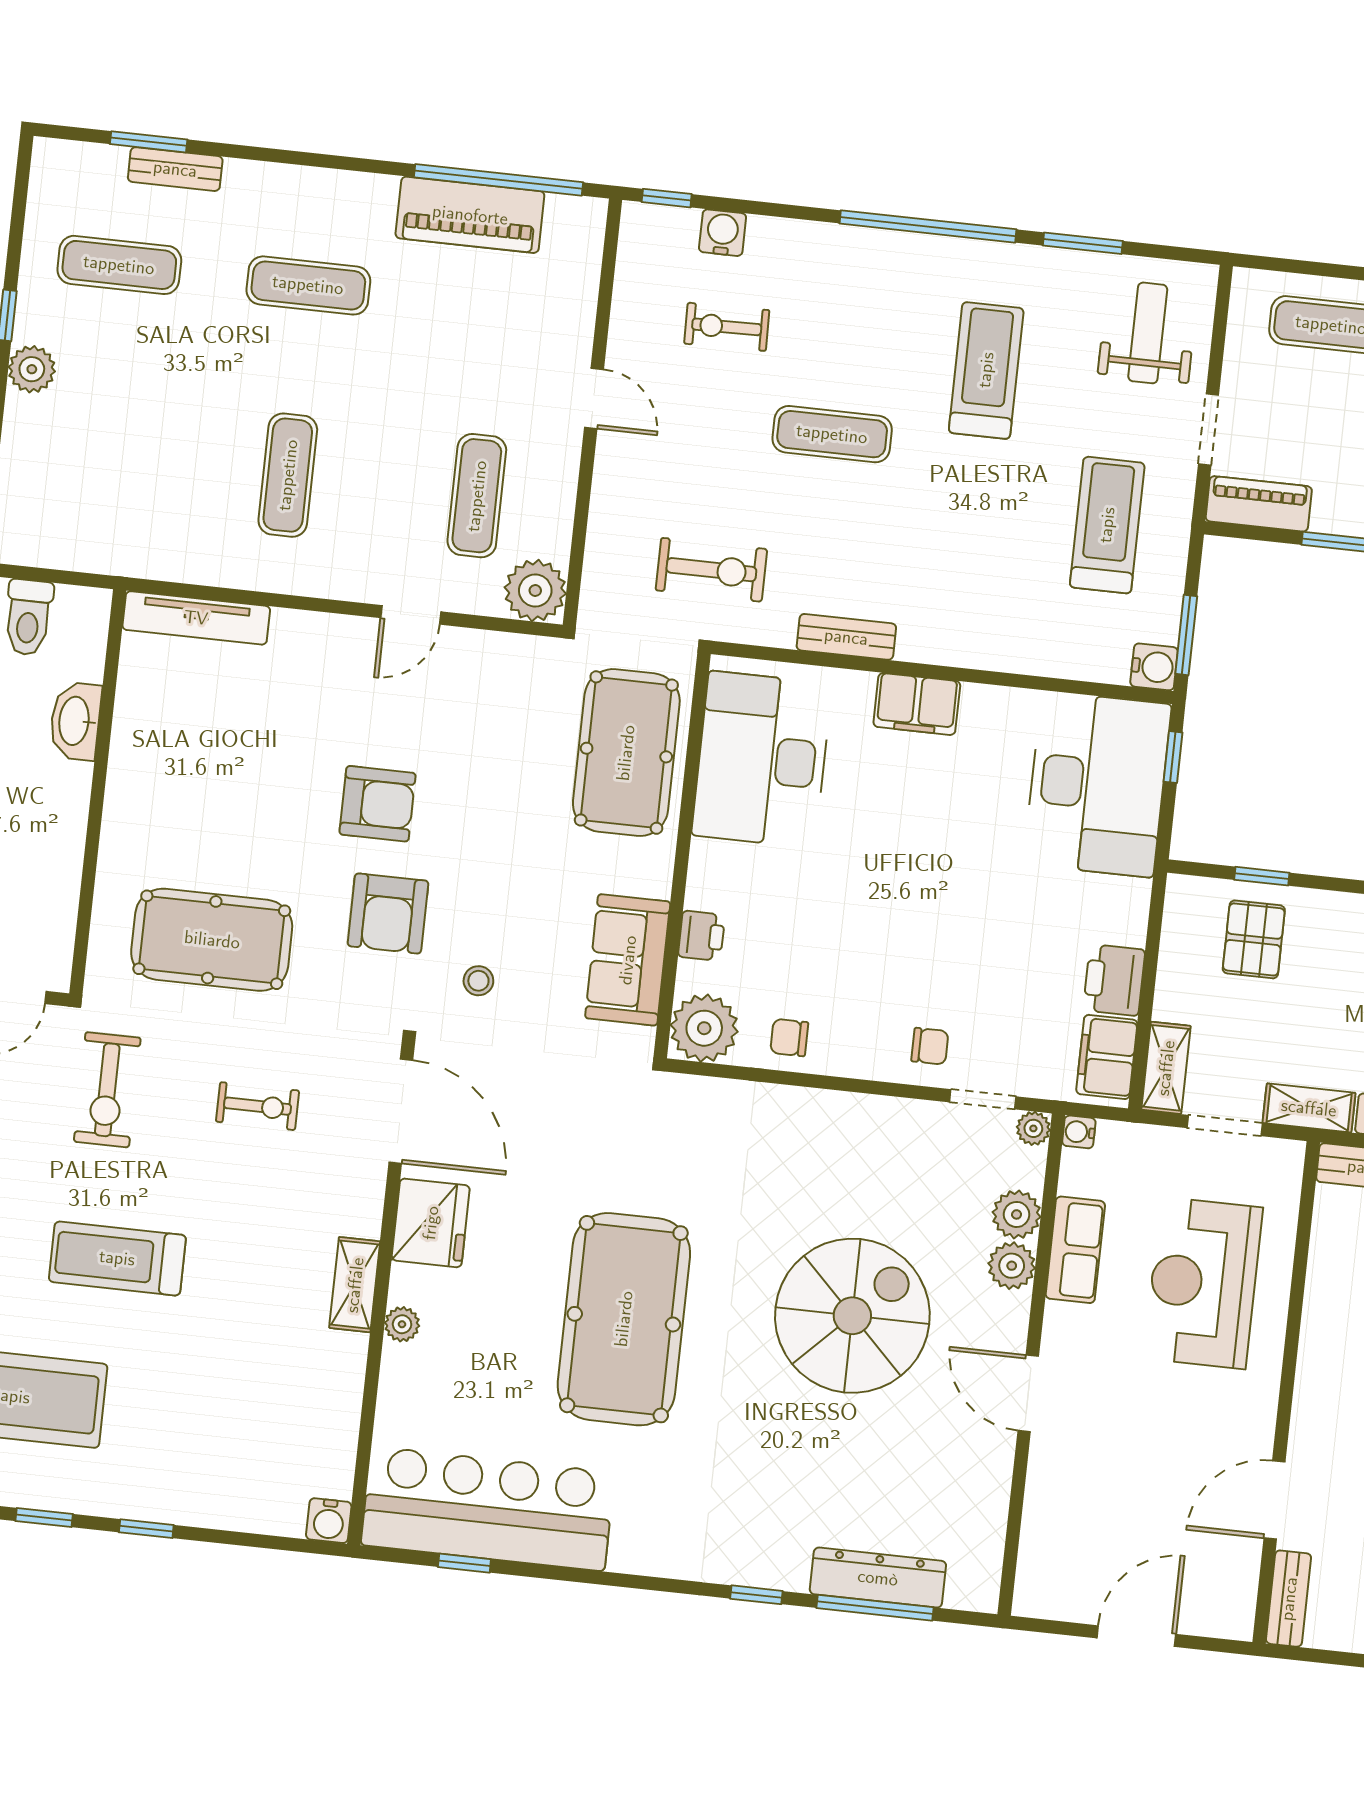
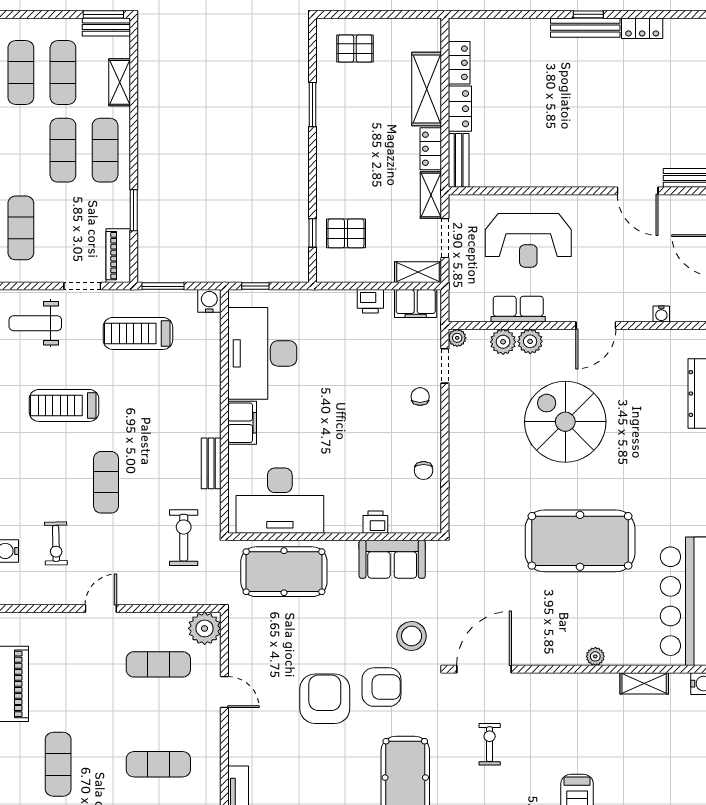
window: (1186, 635) -> (163, 286), moved
desk: (1097, 784) -> (262, 353), moved, turned -90
armchair: (378, 804) -> (325, 699), width x1.36, depth x1.36
printer: (1114, 980) -> (370, 301), width x0.73, depth x0.81
stool: (478, 981) -> (412, 636), width x1.89, depth x1.89
plant: (704, 1028) -> (424, 515), removed
water cooler: (1079, 1132) -> (661, 314), moved
fridge: (431, 1223) -> (541, 647), removed
shelving: (355, 1285) -> (644, 683), moved

